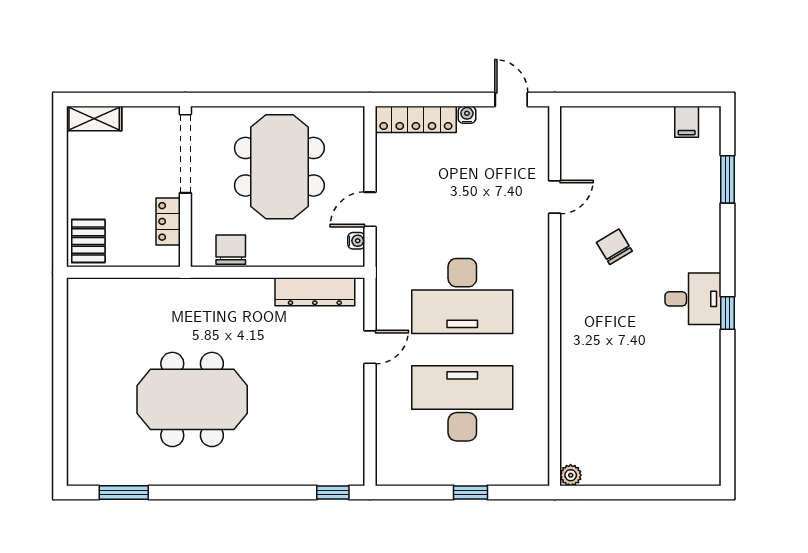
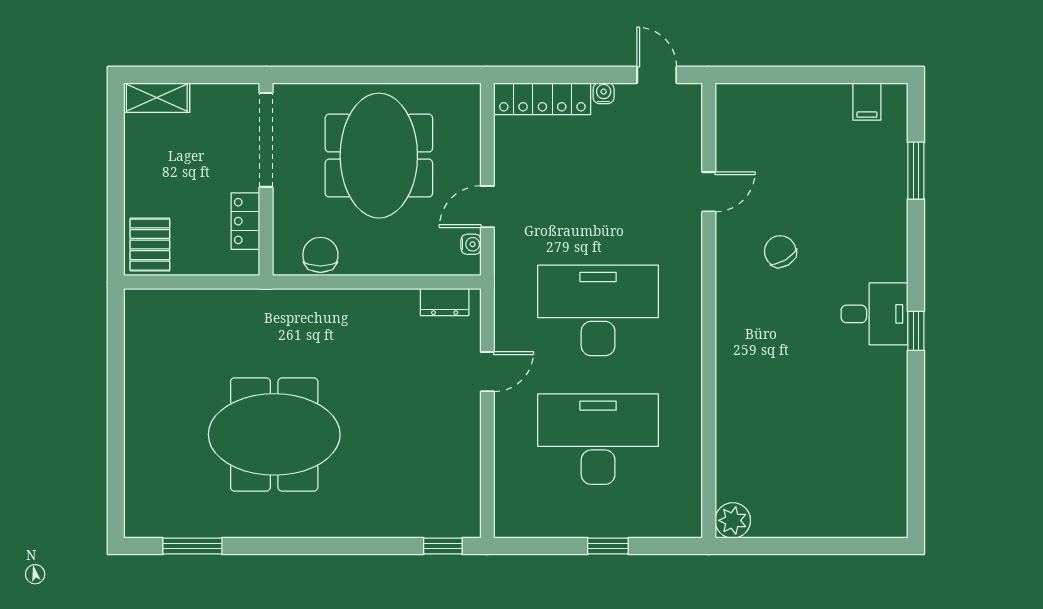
dresser: (315, 292) -> (445, 302), width x0.51, depth x0.80
desk: (462, 296) -> (598, 310), turned 180
plant: (571, 475) -> (733, 520), width x1.38, depth x1.38

